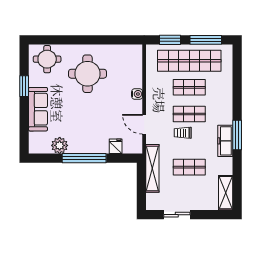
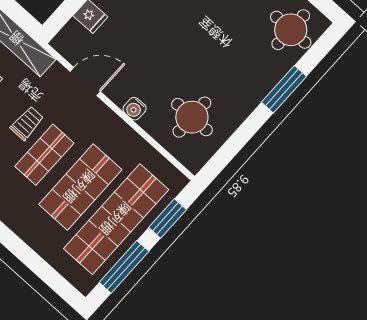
window: (74, 40) -> (284, 89), added
round table: (87, 74) -> (192, 117), moved, width x0.73, depth x0.73
shop shelf: (189, 87) -> (80, 187), width x1.43, depth x1.36

